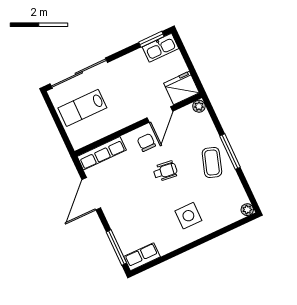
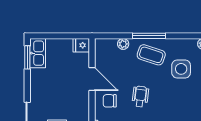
fridge: (181, 88) -> (81, 45), width x0.53, depth x0.75
plant: (199, 106) -> (123, 44), moved
side table: (188, 216) -> (181, 69), moved

